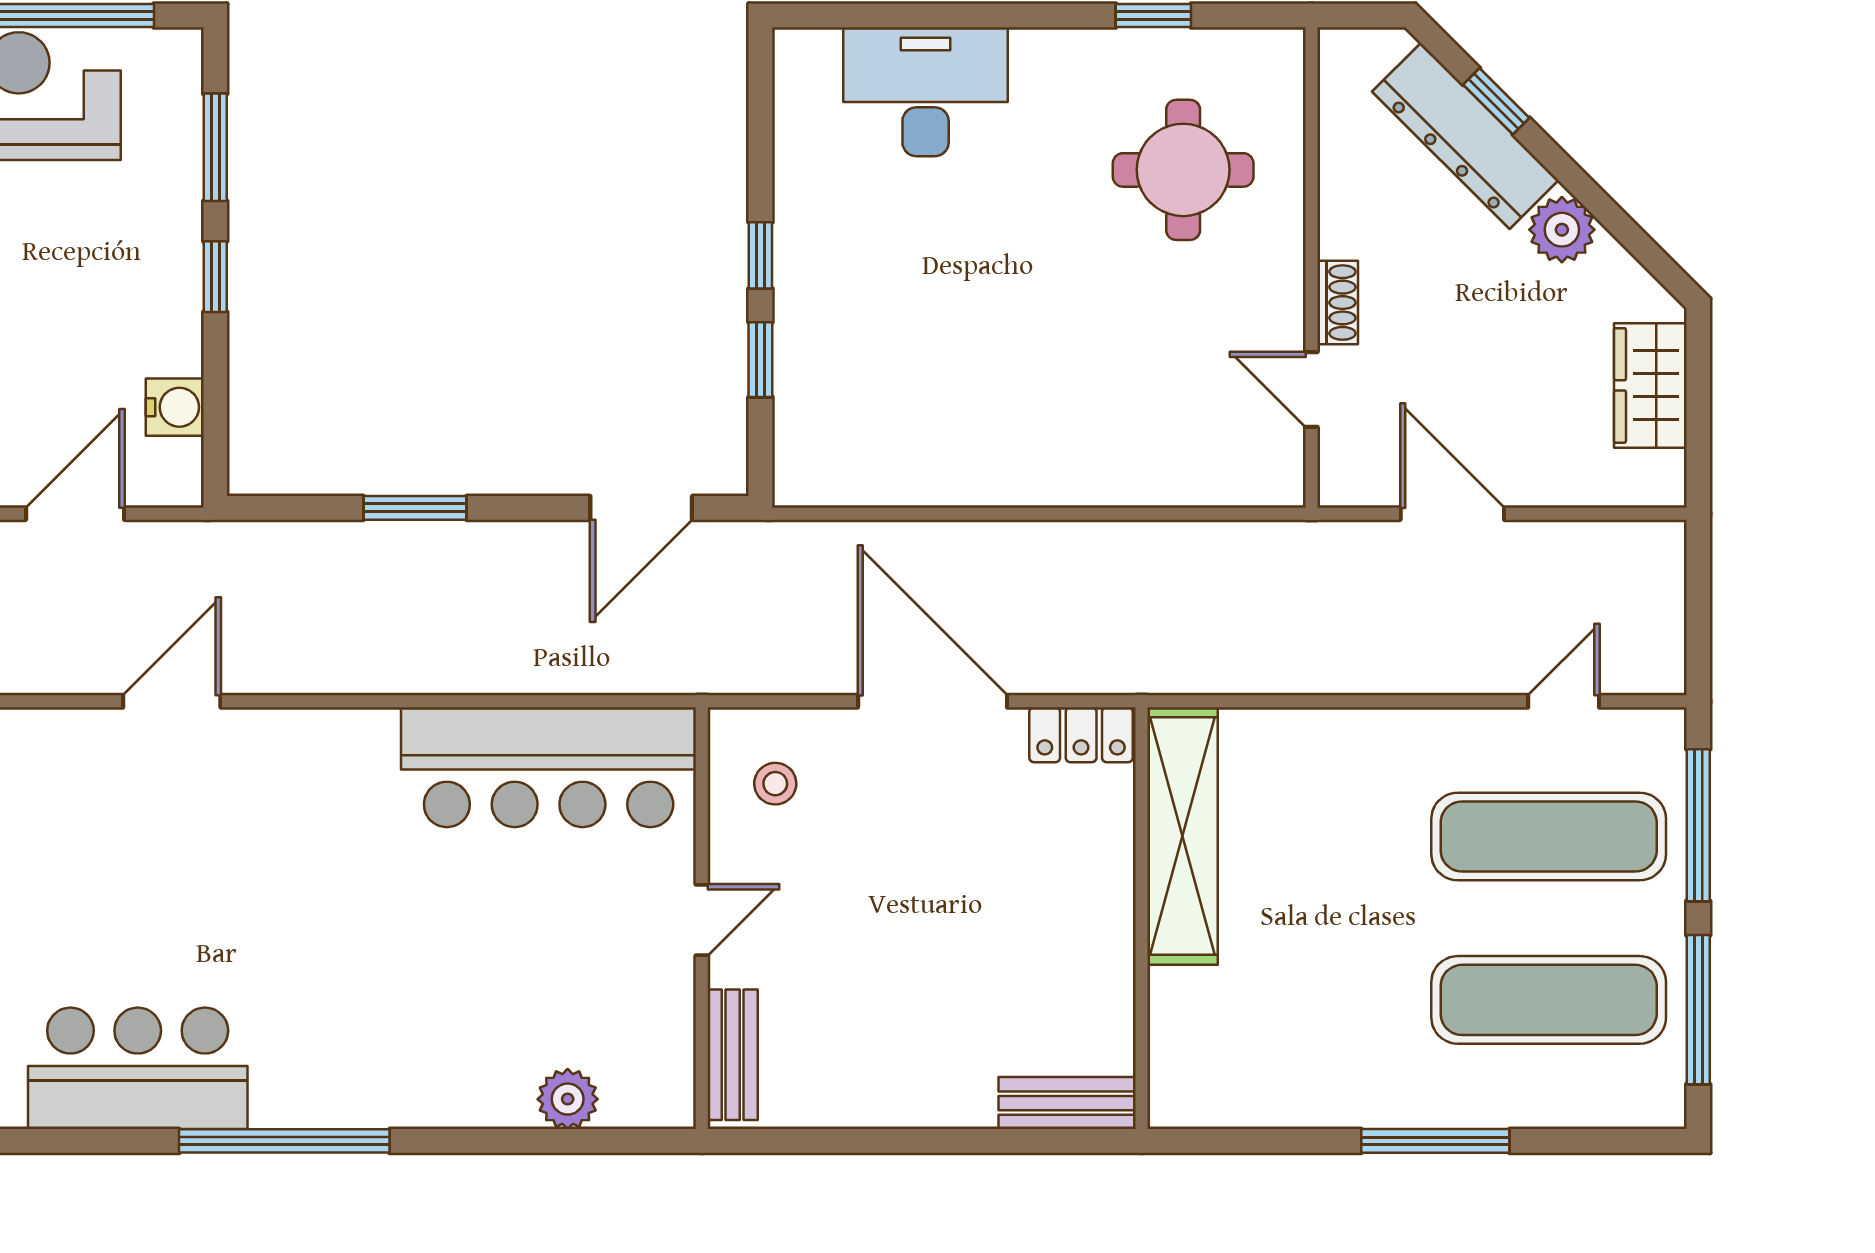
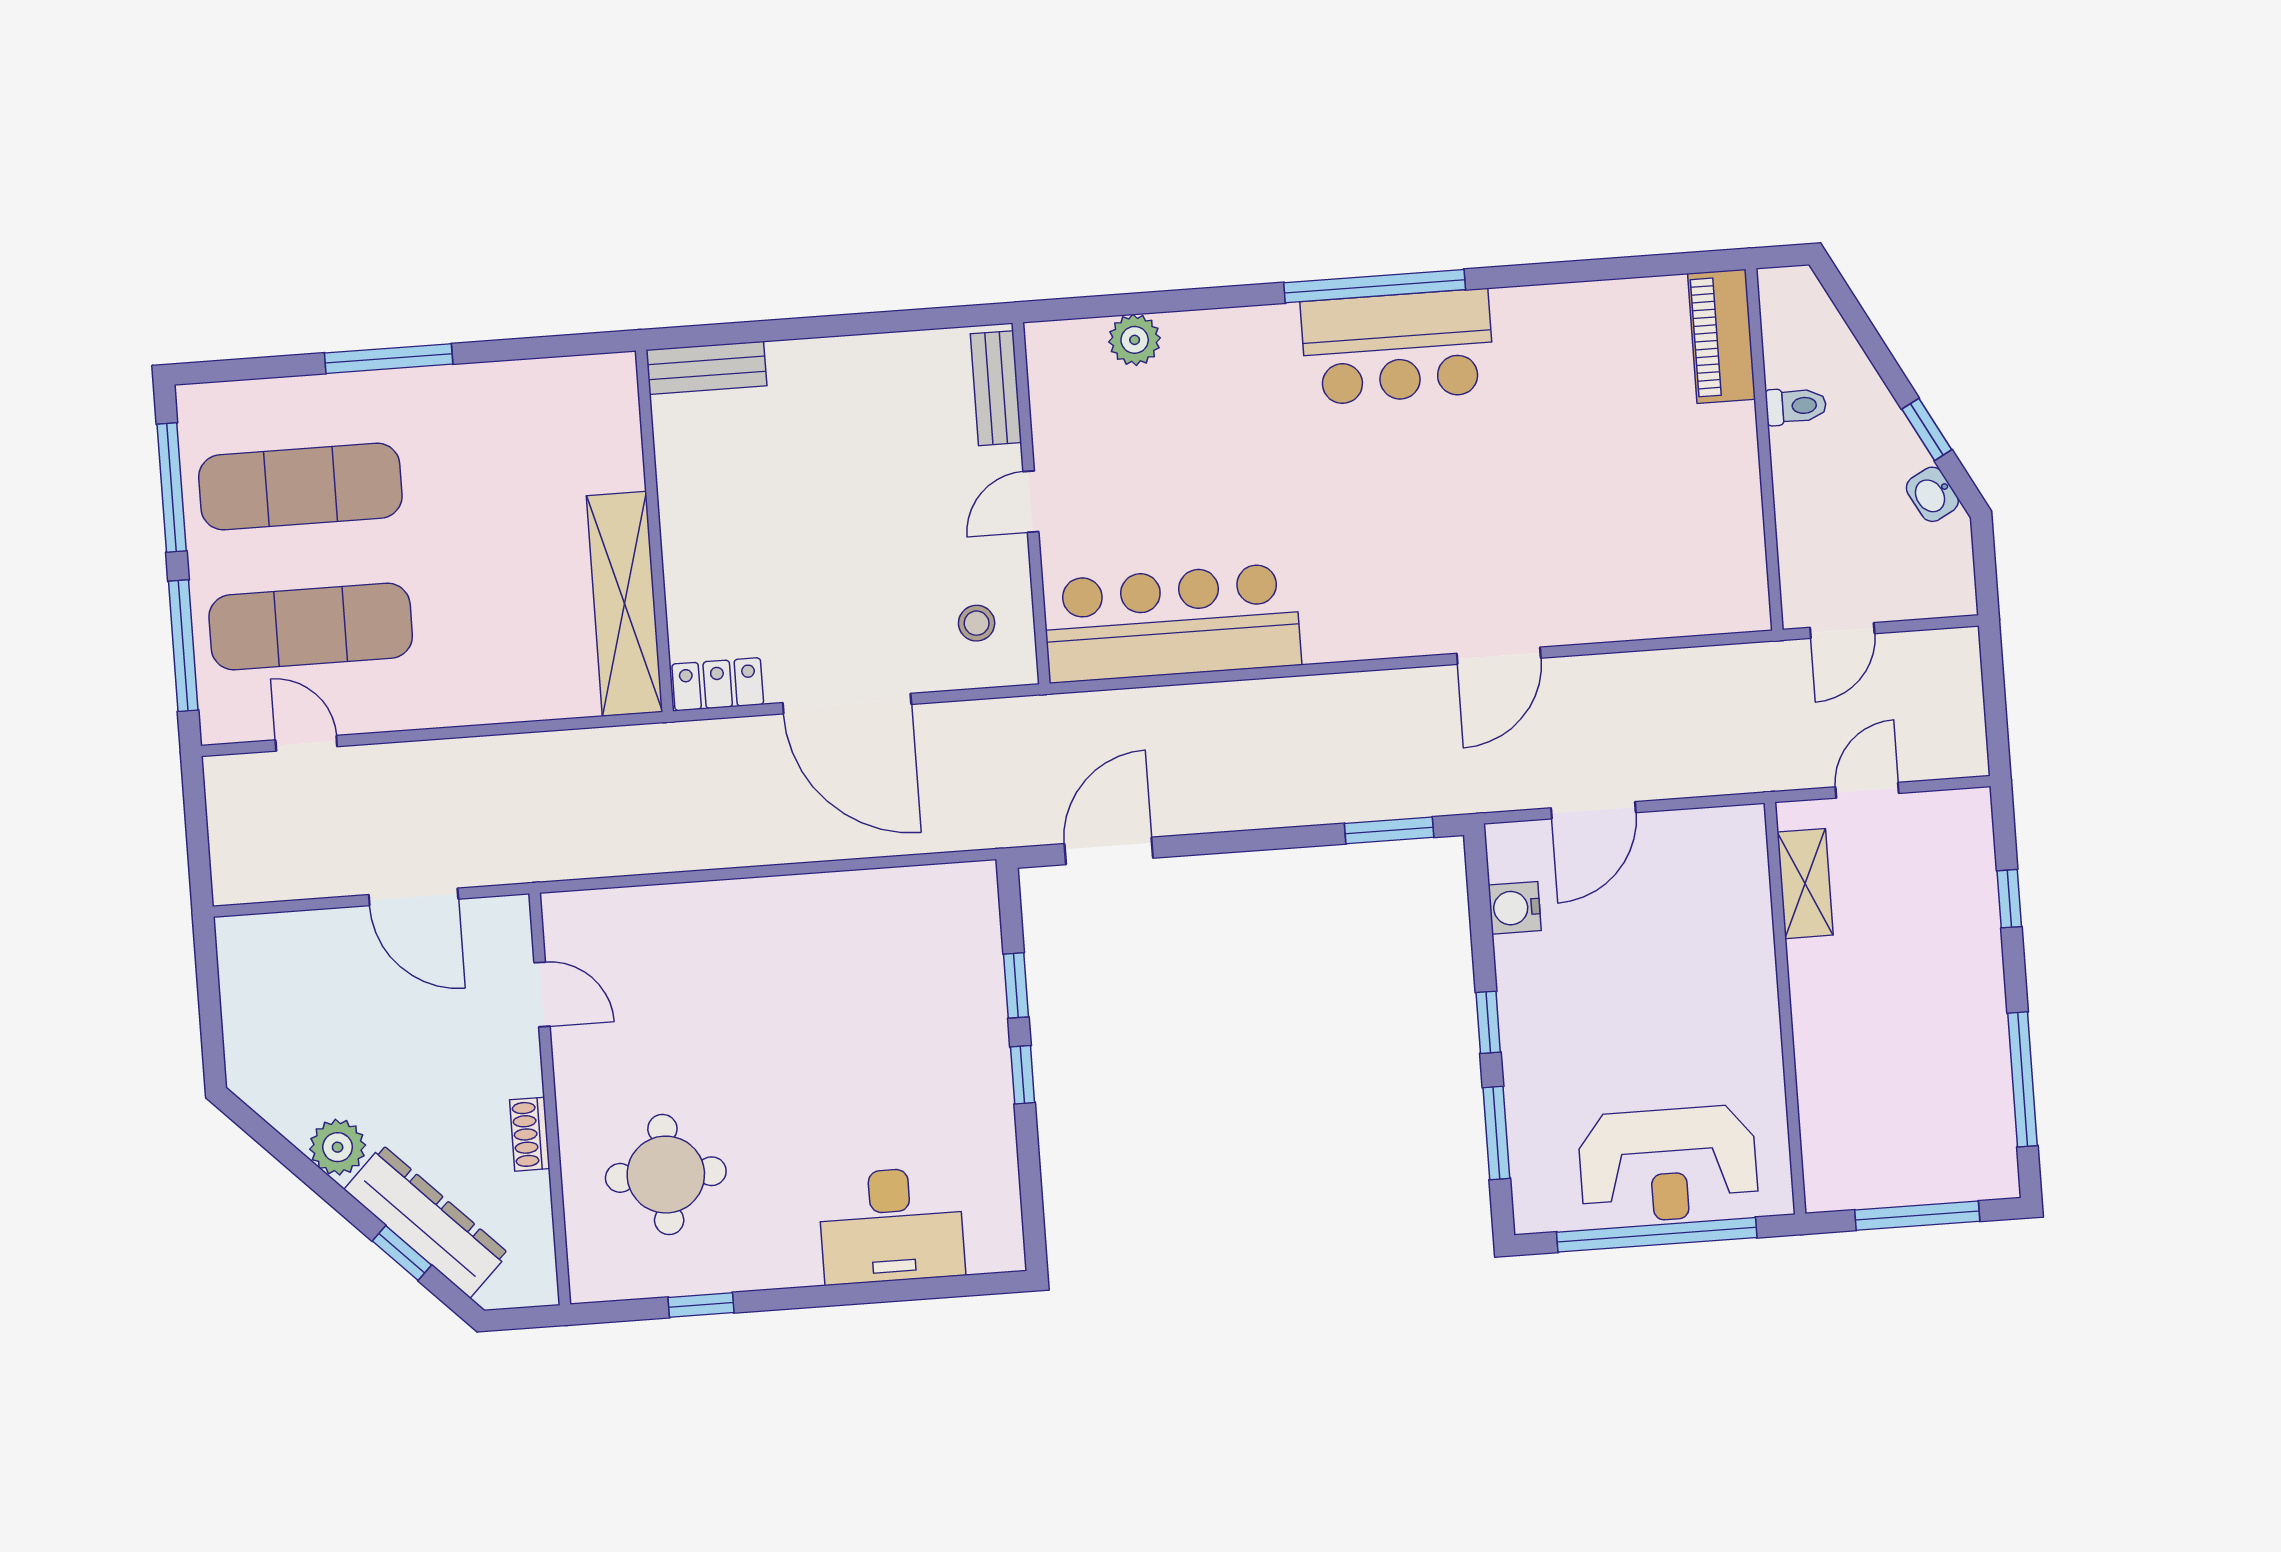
shoe rack: (1338, 303) -> (530, 1134), moved
wardrobe: (1650, 385) -> (252, 1019), removed
window: (415, 508) -> (1389, 830), moved
door: (1564, 701) -> (306, 743), swing flipped
bar counter: (138, 1068) -> (1398, 347), moved

